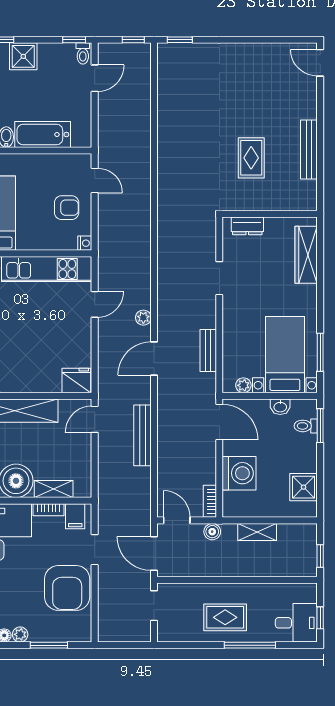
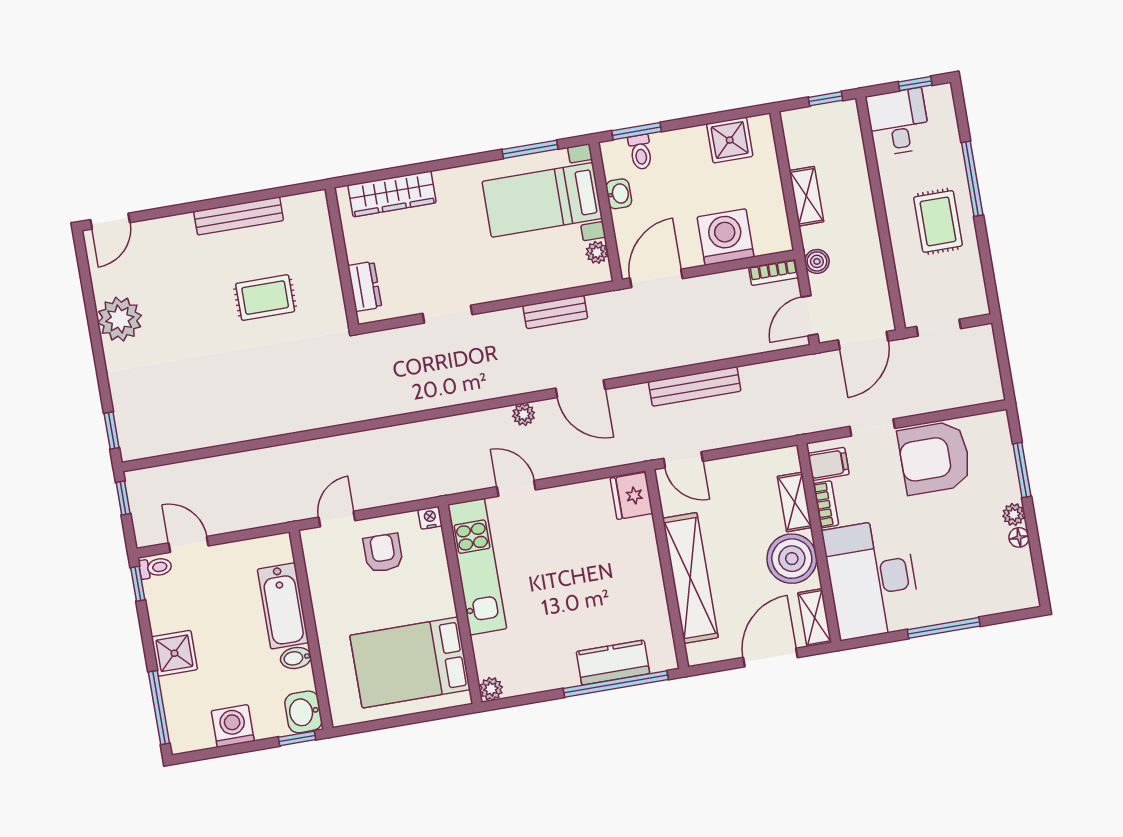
plant: (253, 58) -> (120, 319), added
armchair: (67, 588) -> (935, 458), turned 180
desk: (296, 623) -> (898, 122), moved

